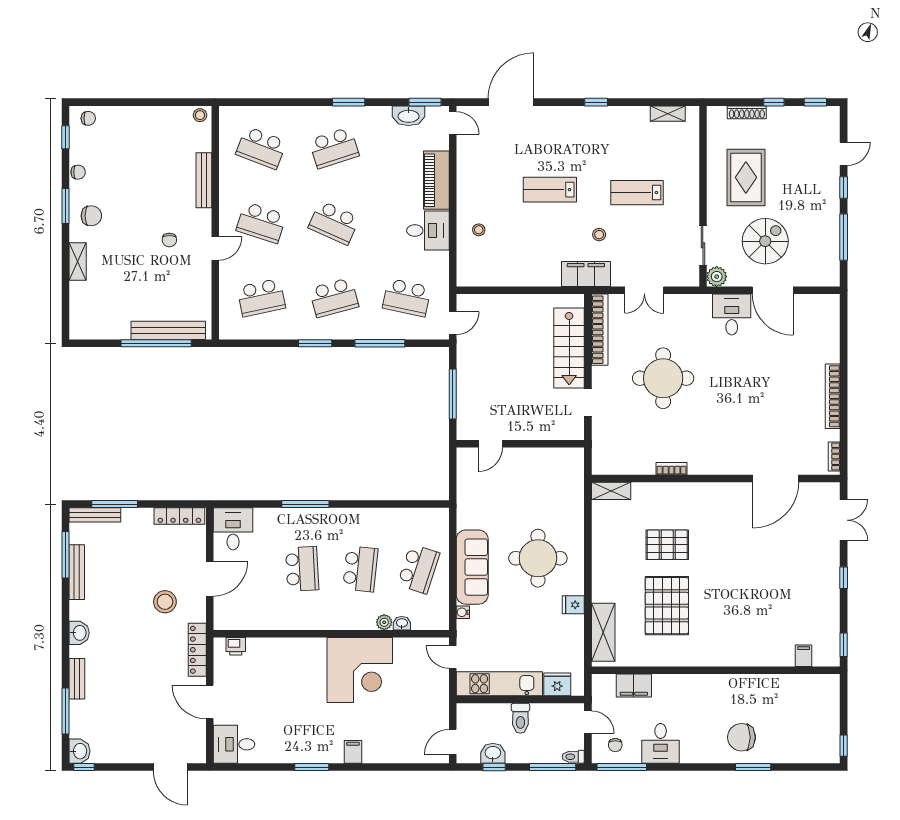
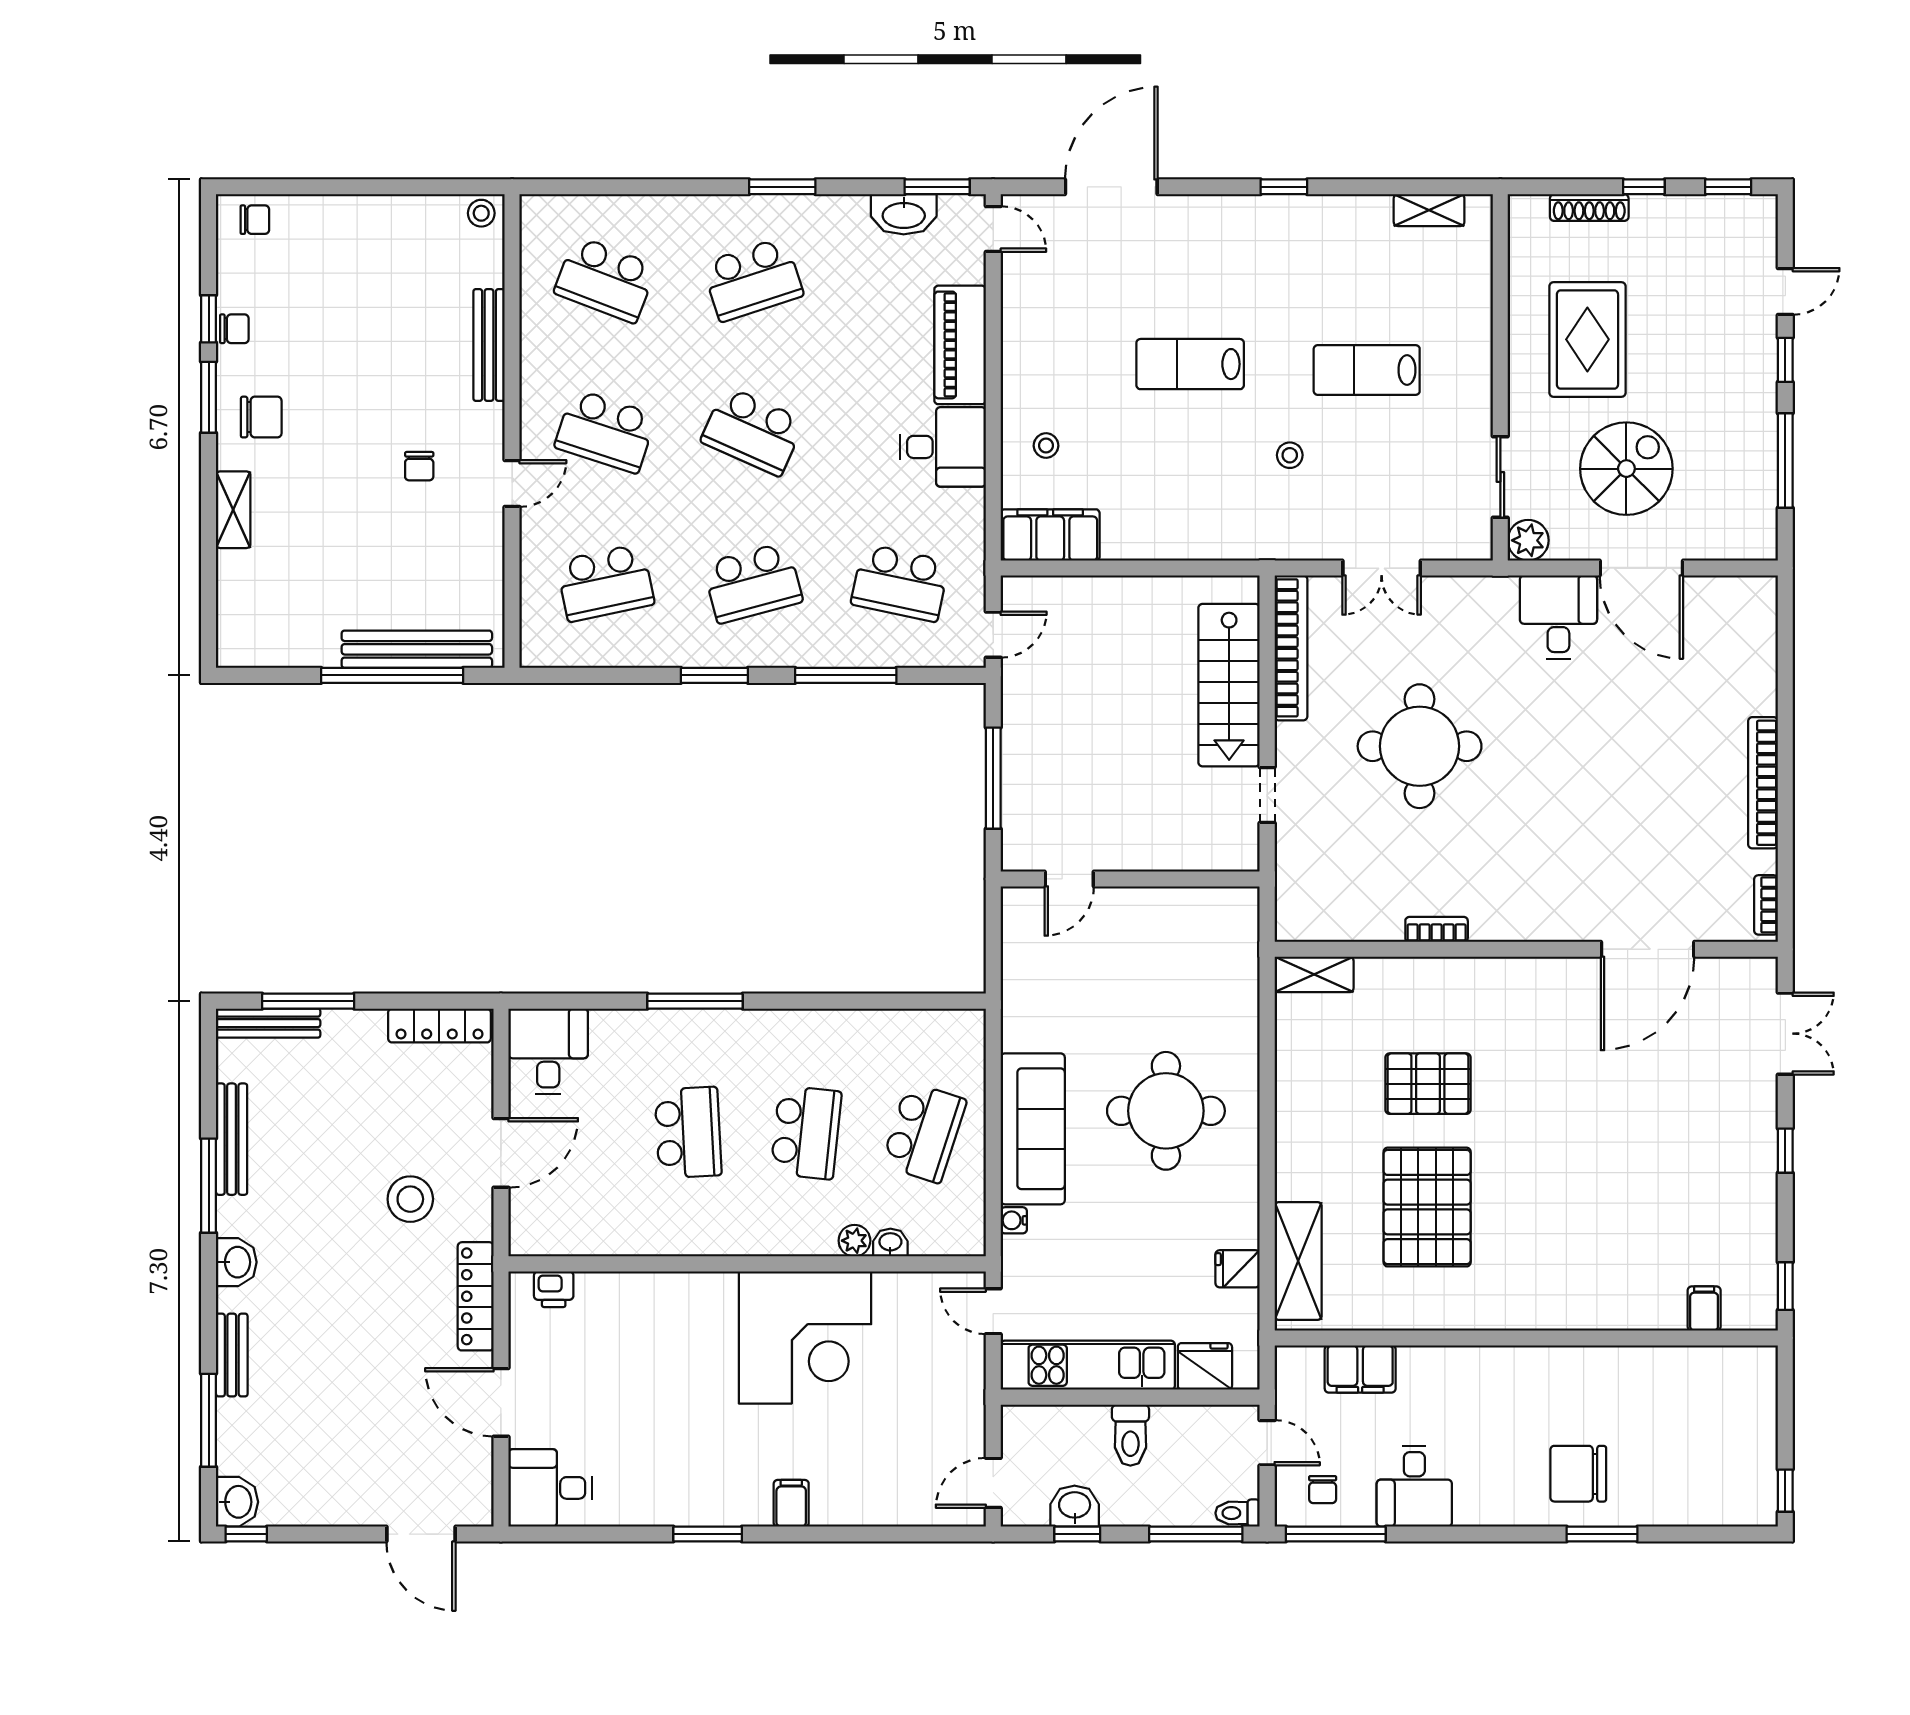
window: (65, 137) -> (209, 319), moved
filing cabinet: (586, 274) -> (1050, 535), moved
window: (65, 555) -> (209, 1186), moved
fridge: (573, 605) -> (1238, 1269), moved

